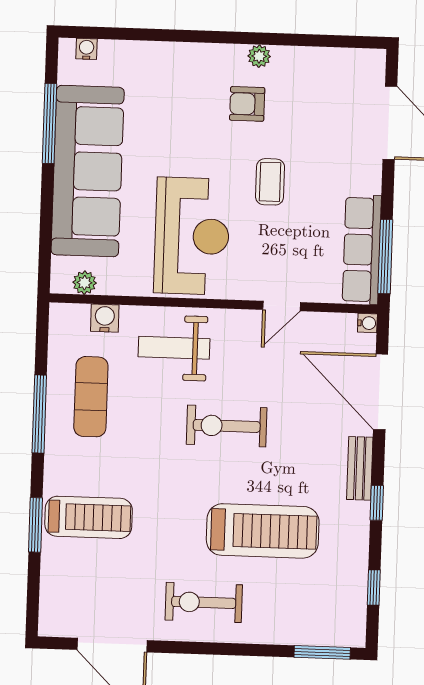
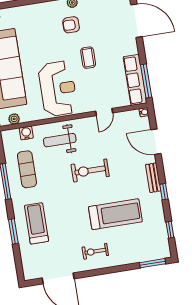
door: (381, 392) -> (156, 142), width x0.73
treadmill: (89, 517) -> (36, 223), turned -90
exercise bike: (204, 602) -> (95, 251), width x0.73, depth x0.72

